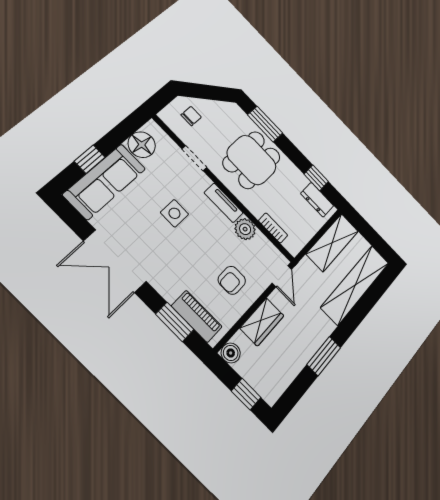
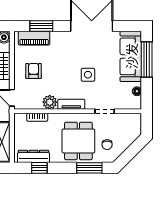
chair: (191, 116) -> (107, 145), moved
floor lamp: (142, 145) -> (137, 91), width x0.53, depth x0.53
window: (90, 159) -> (147, 60), width x2.17
dresser: (317, 200) -> (34, 156), width x1.44

